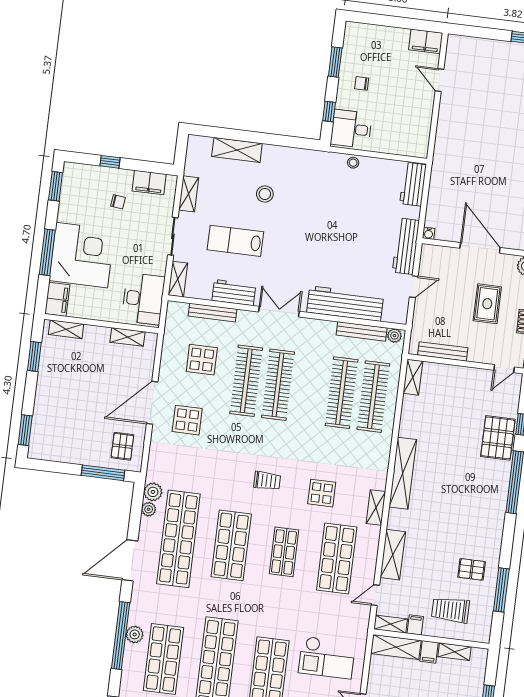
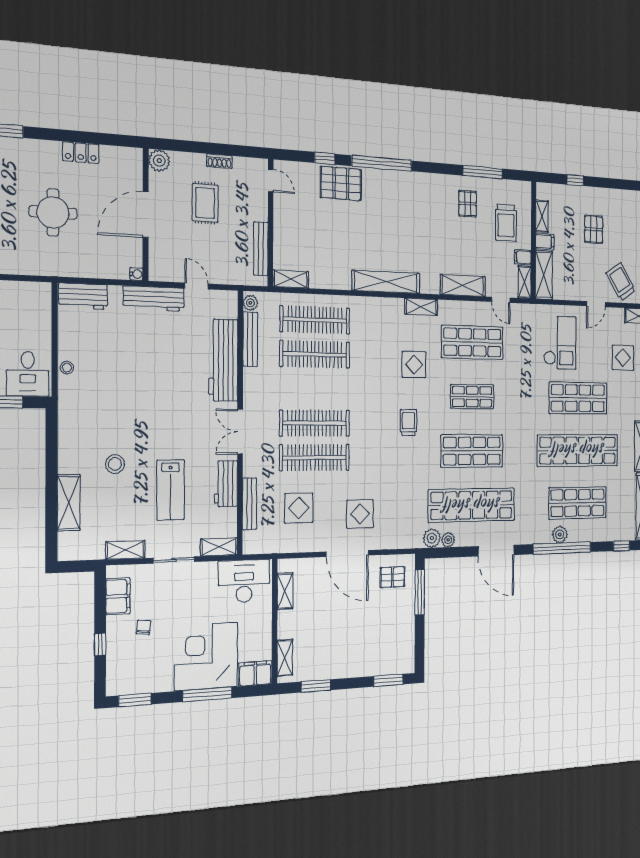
round table: (487, 167) -> (53, 212), added
rug: (487, 304) -> (205, 203), turned 90

